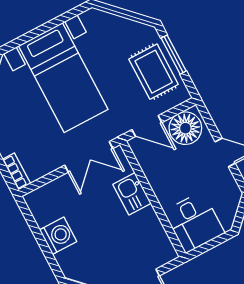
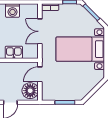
rug: (154, 72) -> (62, 90), removed
double door: (89, 157) -> (40, 31), moved

